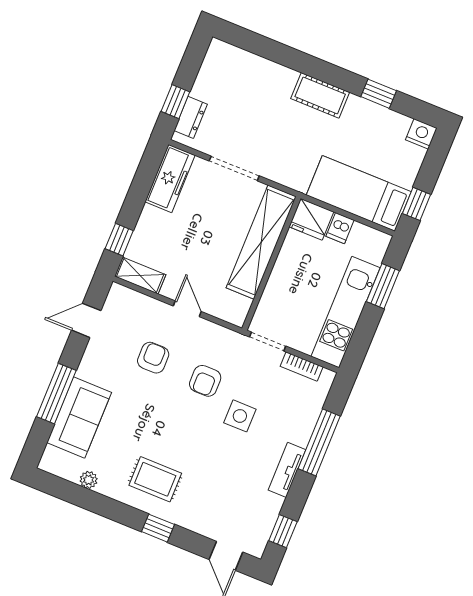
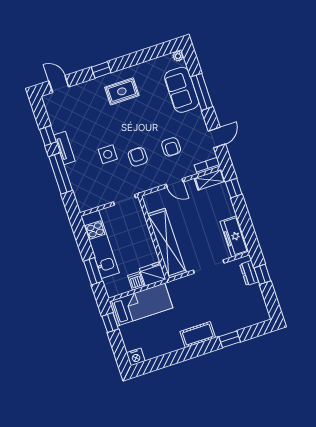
window: (379, 94) -> (230, 339), moved
bookcase: (302, 367) -> (207, 166), moved
plant: (89, 480) -> (178, 56), moved
window: (283, 531) -> (48, 136), moved

